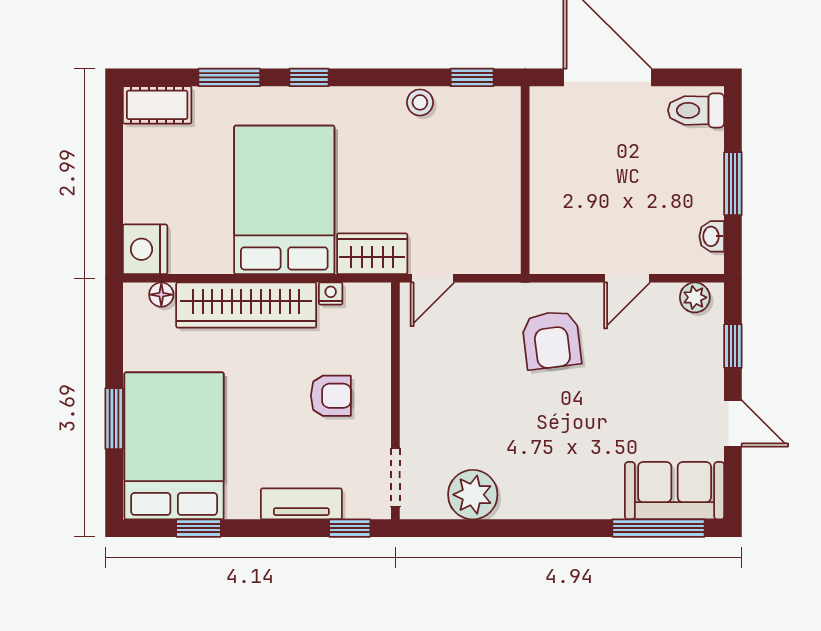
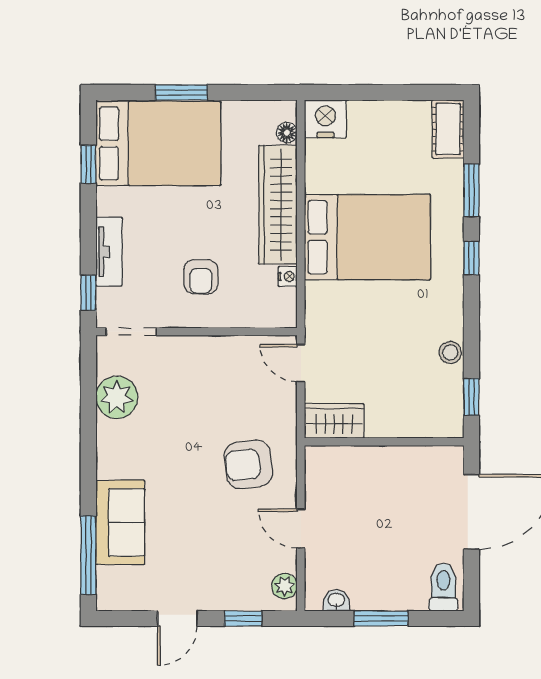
wardrobe: (372, 254) -> (334, 421), moved, turned -90
sofa: (675, 491) -> (120, 522), moved

